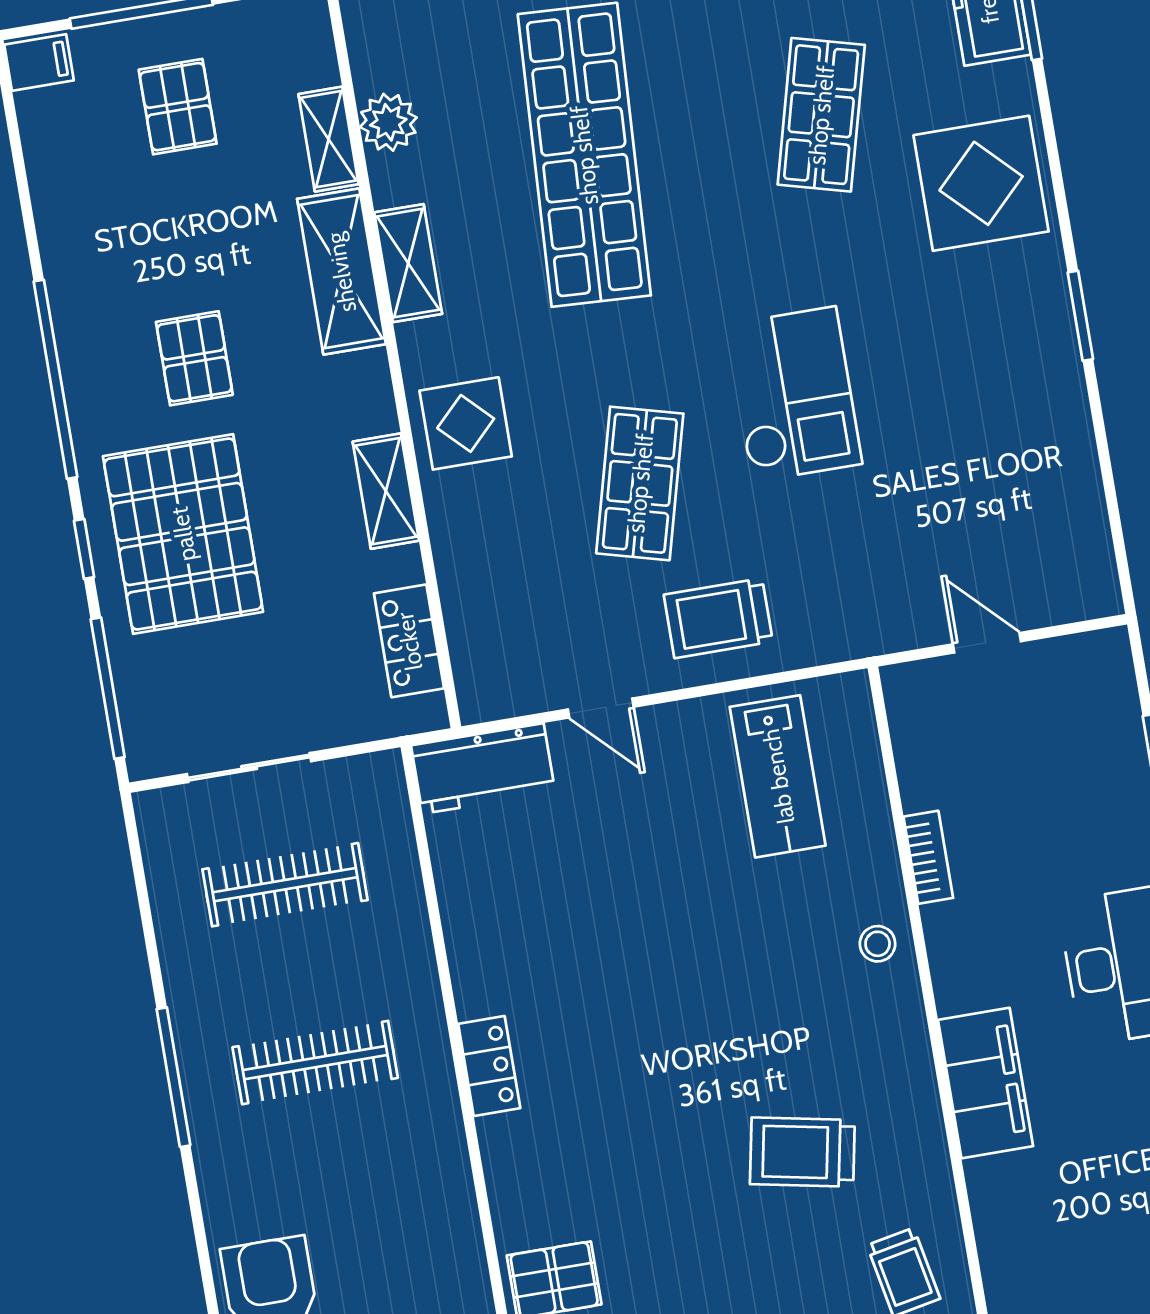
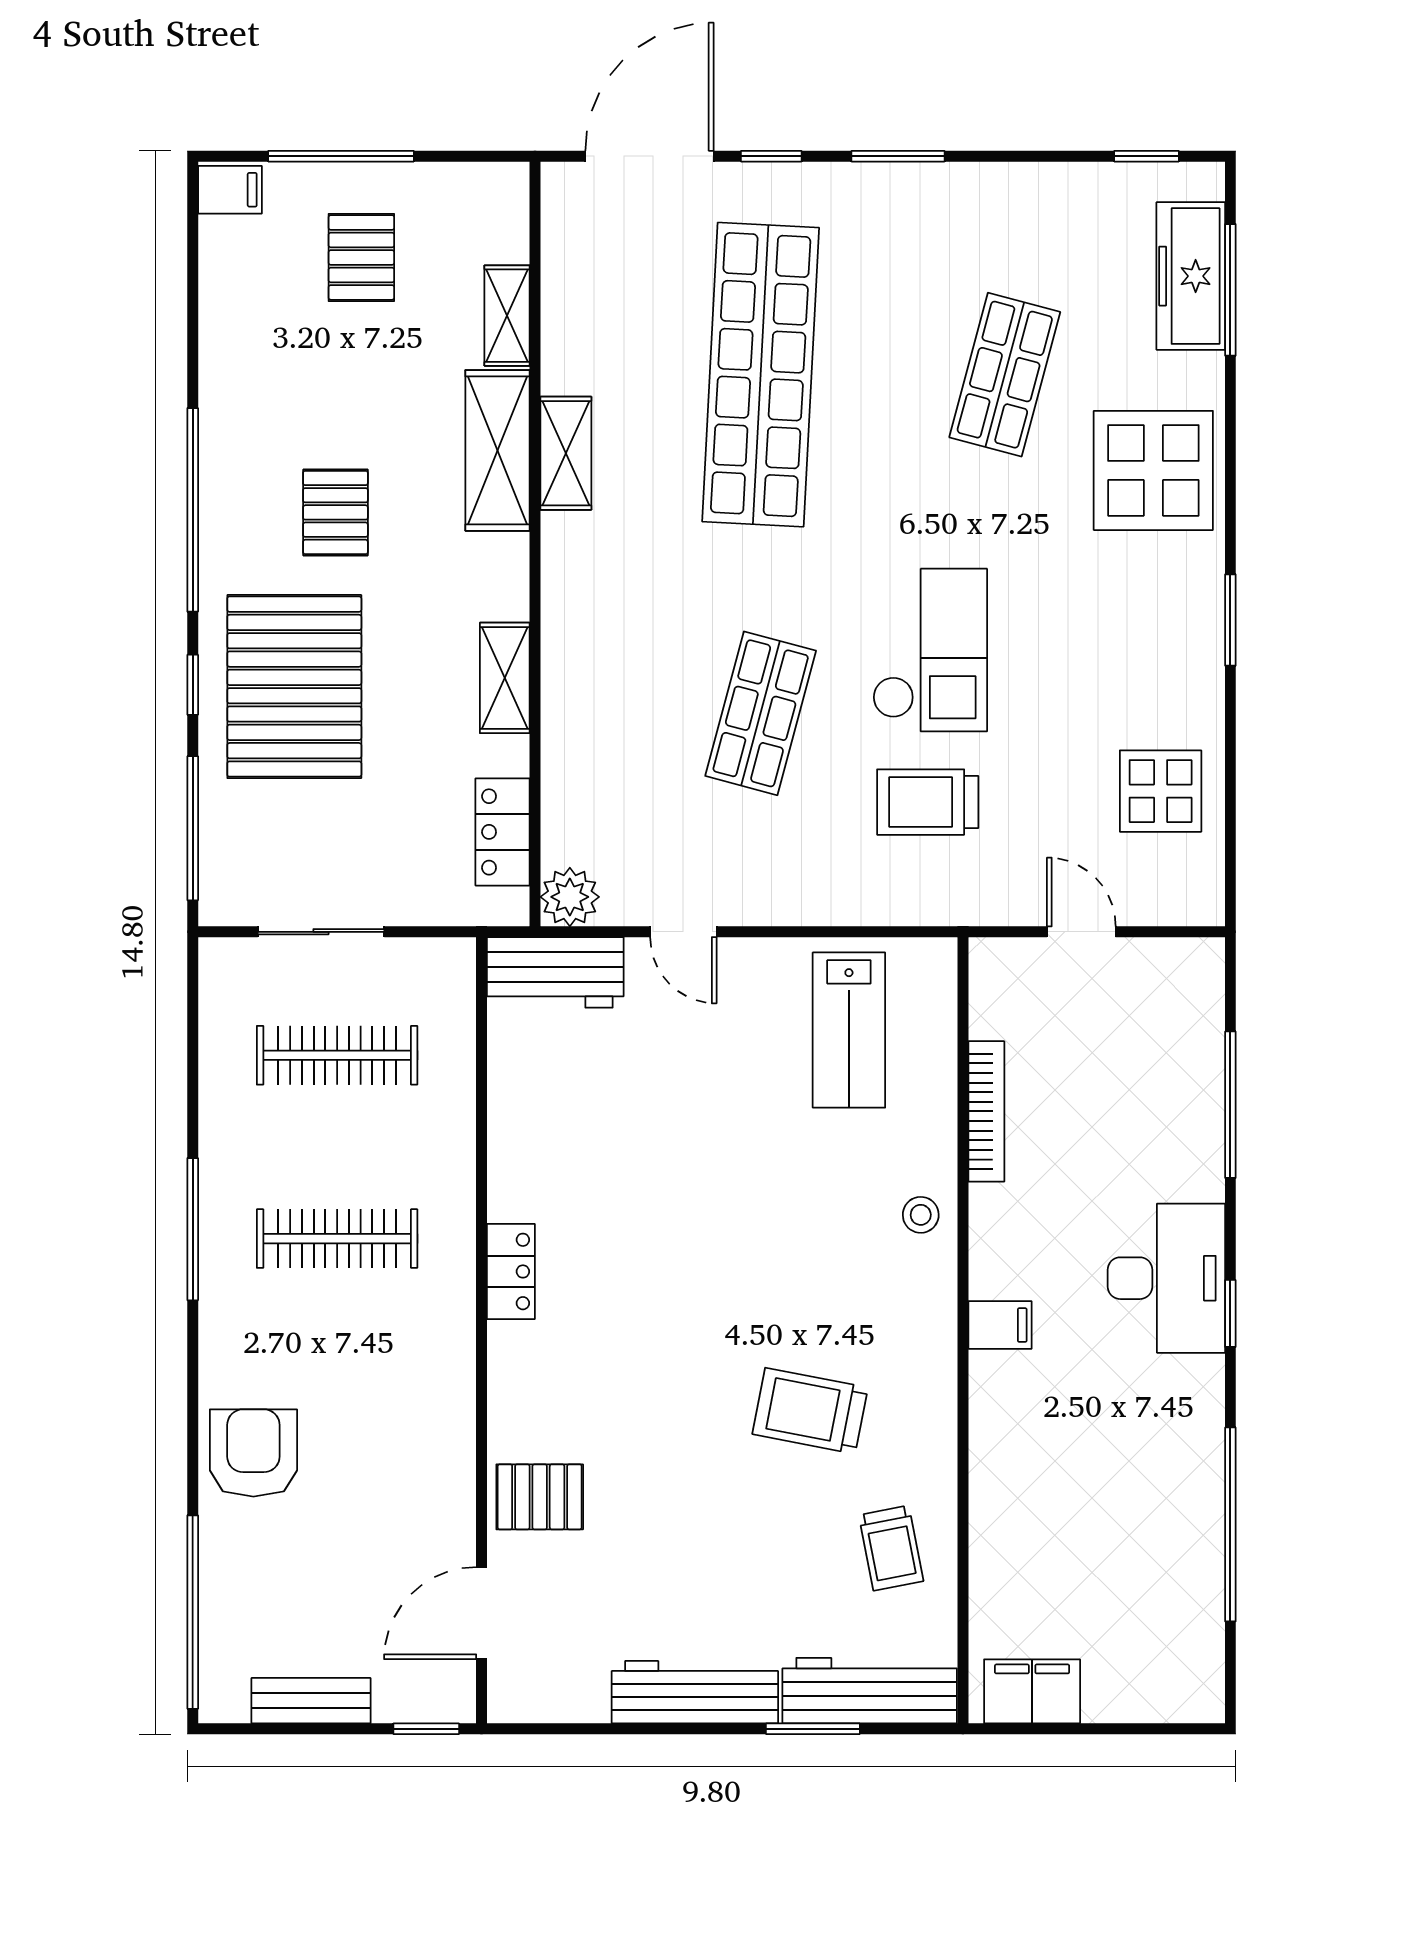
plant: (388, 122) -> (570, 897), moved
display table: (466, 423) -> (1161, 791), moved
trolley: (718, 618) -> (928, 802), moved
bookcase: (928, 857) -> (986, 1111), width x1.56
filing cabinet: (985, 1083) -> (1000, 1325), width x0.33, depth x0.86

